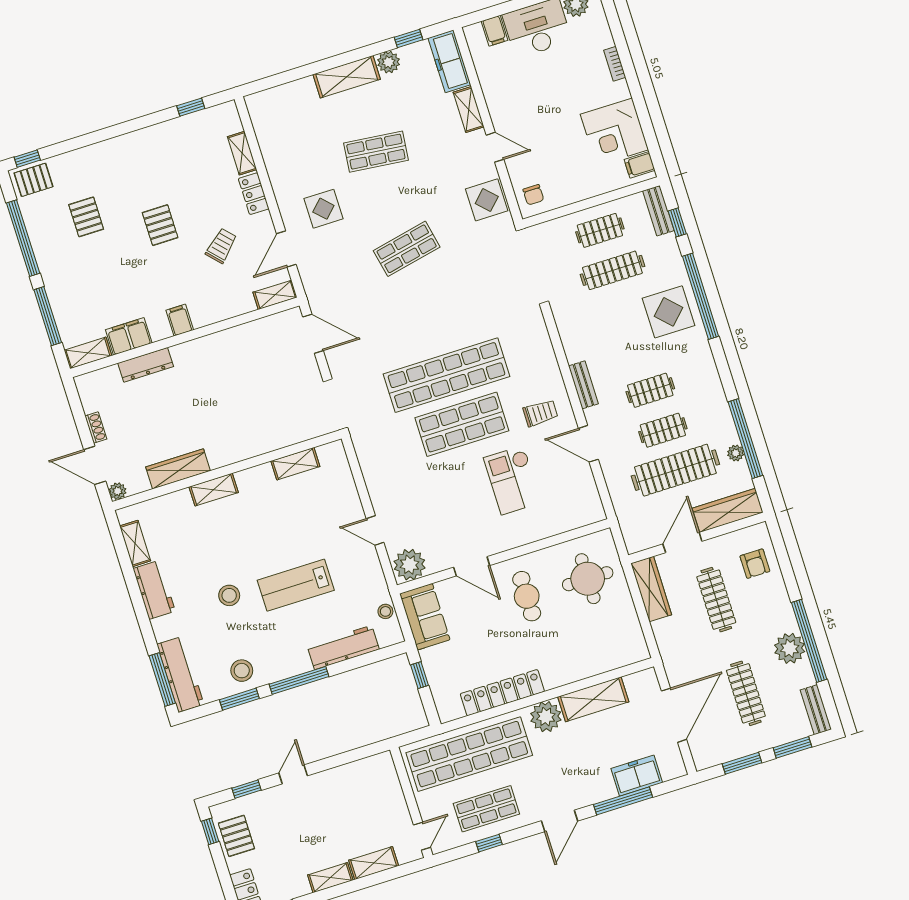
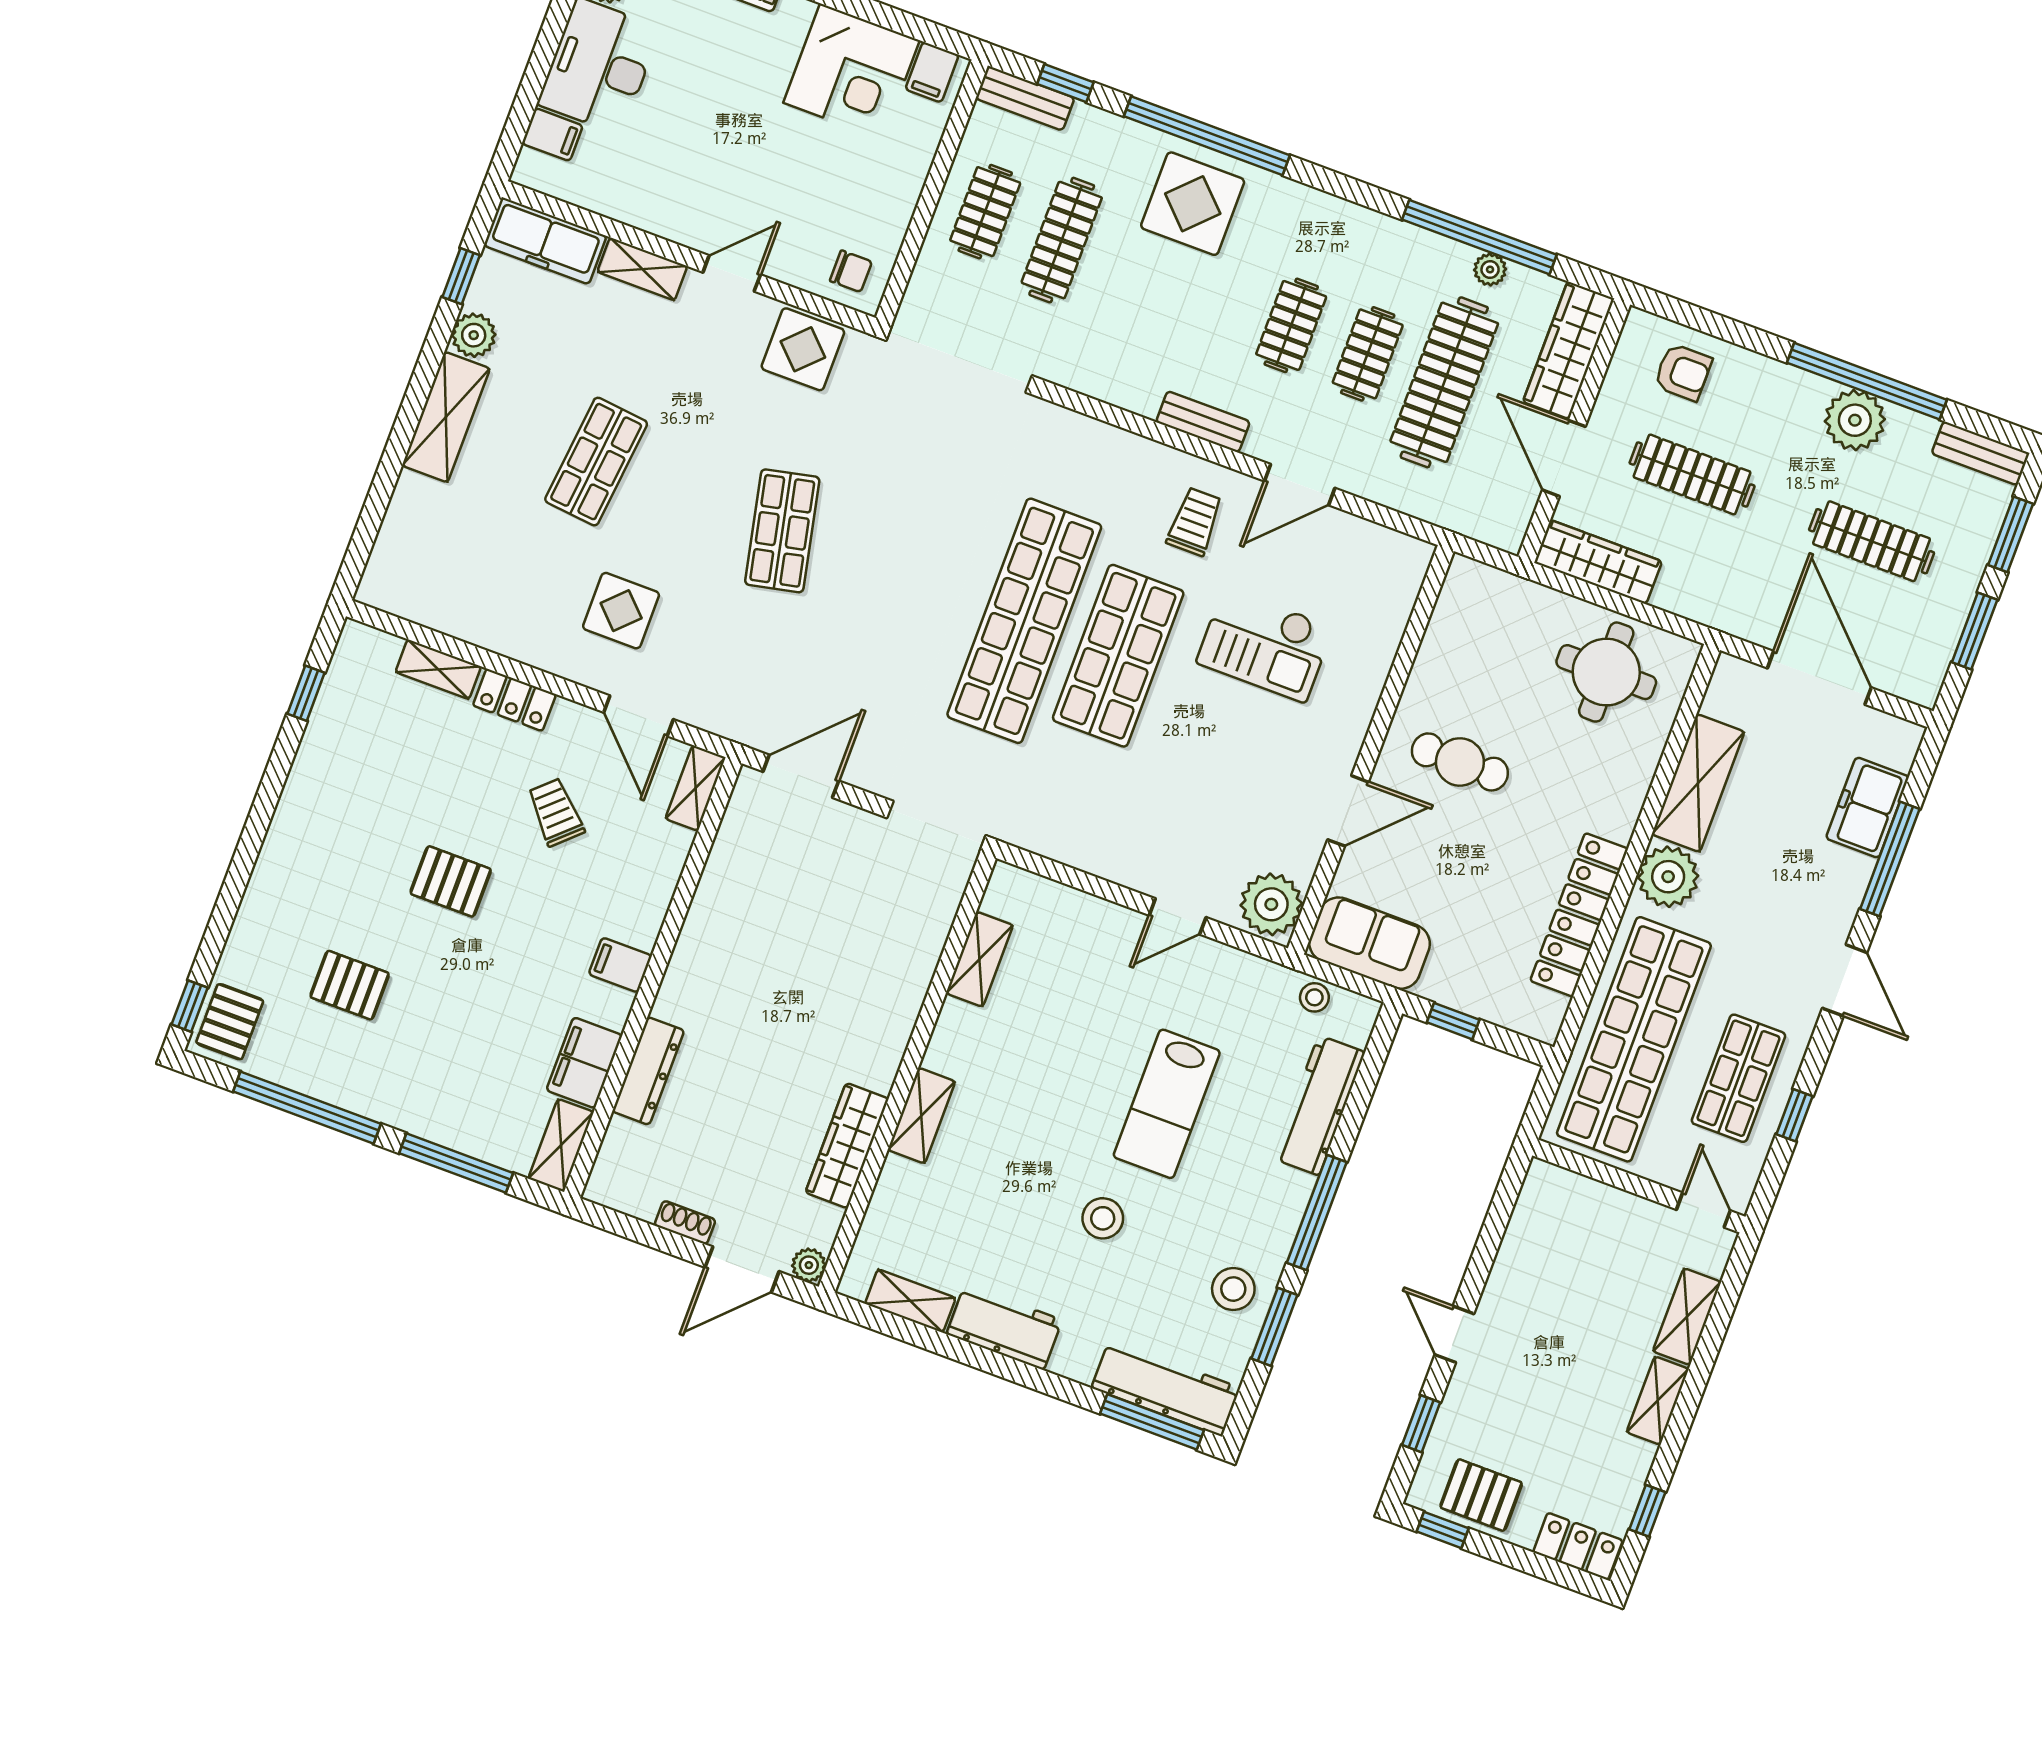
round table: (588, 579) -> (1606, 672), moved

